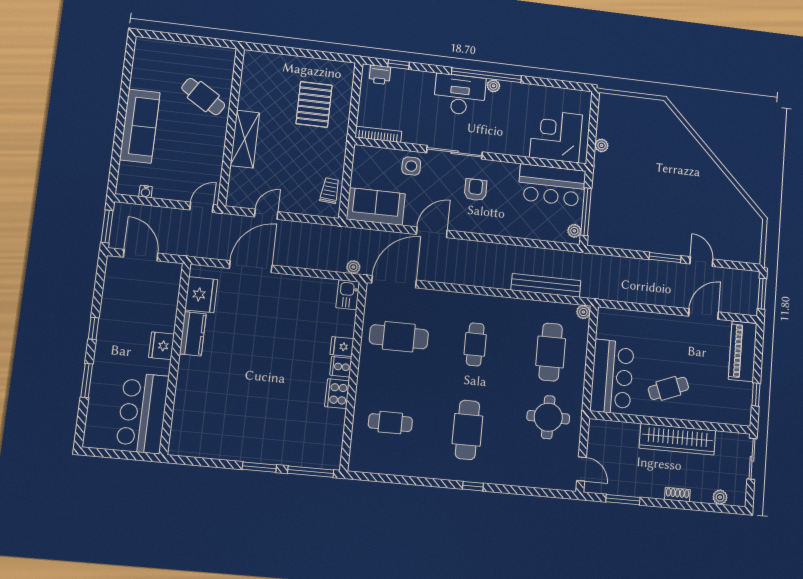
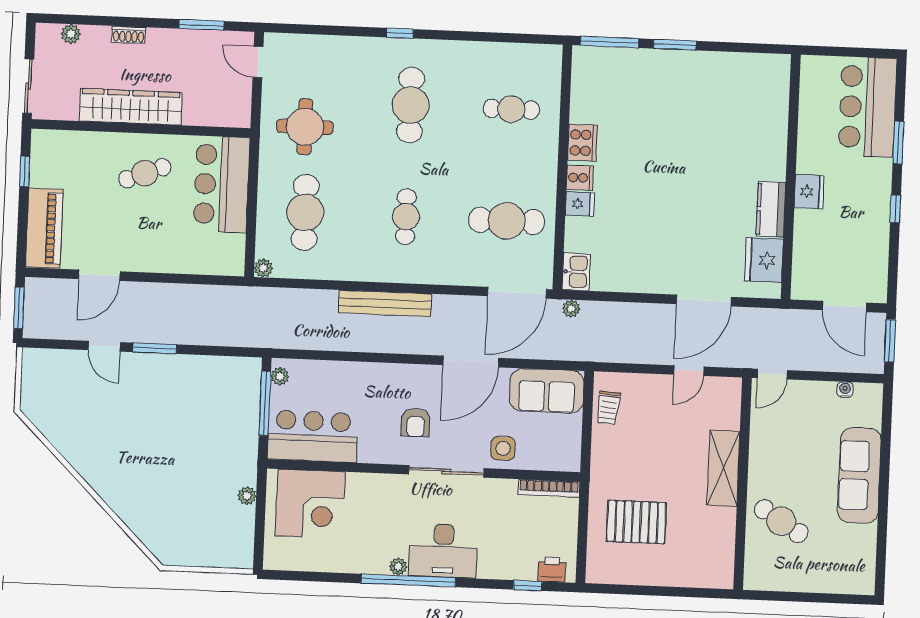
pallet: (314, 104) -> (636, 522), turned 90
door: (432, 232) -> (471, 362), width x1.36
bench: (546, 285) -> (385, 303), moved
bar counter: (142, 413) -> (868, 107), moved, turned 180

